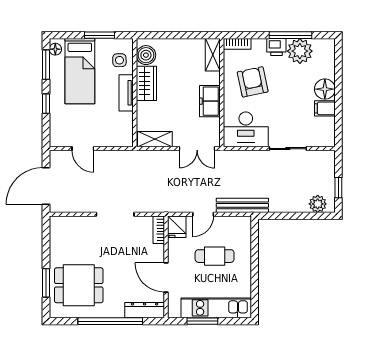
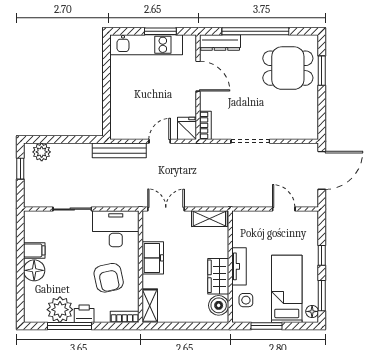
cafe table: (215, 256) -> (148, 98), removed

